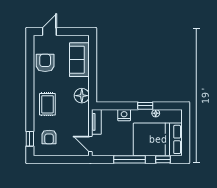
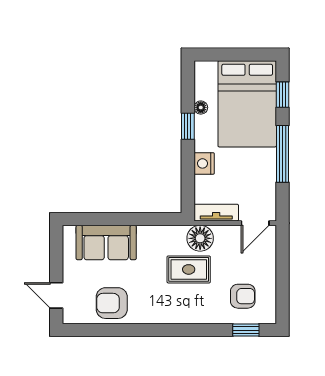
floor lamp: (82, 96) -> (200, 238), moved
rug: (47, 104) -> (189, 269), moved

